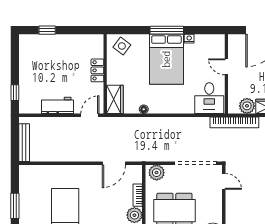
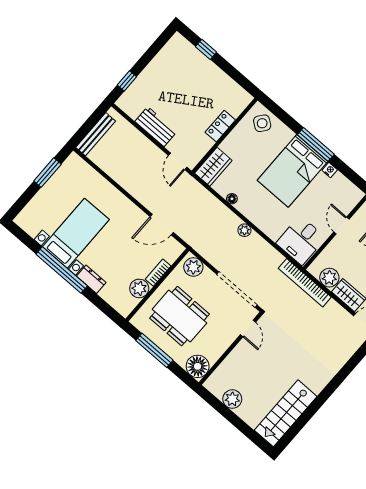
door: (90, 115) -> (178, 161), swing flipped
plant: (169, 122) -> (244, 230), added
window: (15, 206) -> (48, 172), moved

